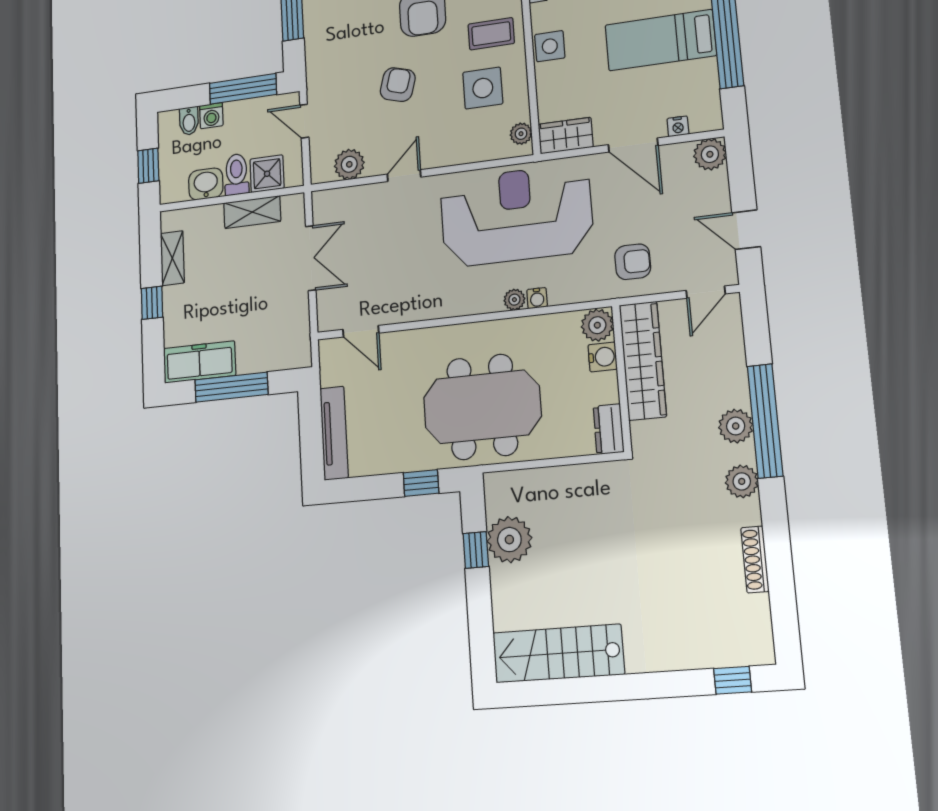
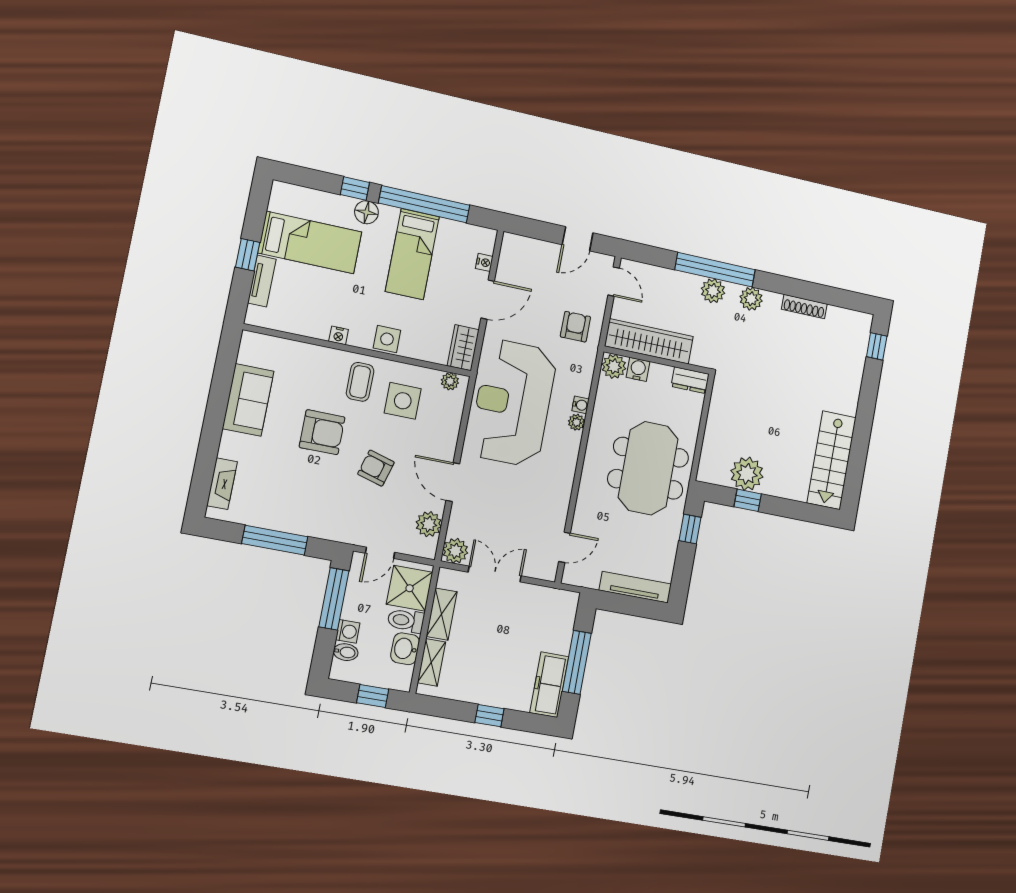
plant: (710, 154) -> (455, 551), moved
shower: (267, 174) -> (410, 588), width x1.36, depth x1.36
door: (404, 176) -> (453, 482), width x1.38
shelving: (172, 258) -> (431, 662), moved, turned 90

